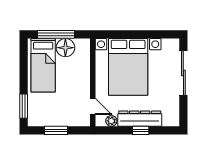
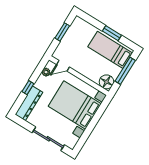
floor lamp: (65, 48) -> (106, 82), moved
window: (24, 106) -> (112, 33), moved
dresser: (140, 119) -> (29, 103), moved

